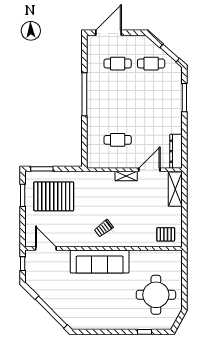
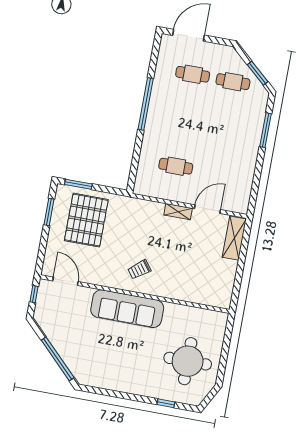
dresser: (176, 151) -> (244, 193), removed
pallet: (54, 196) -> (86, 220), turned 90
pallet: (166, 234) -> (213, 291), removed

